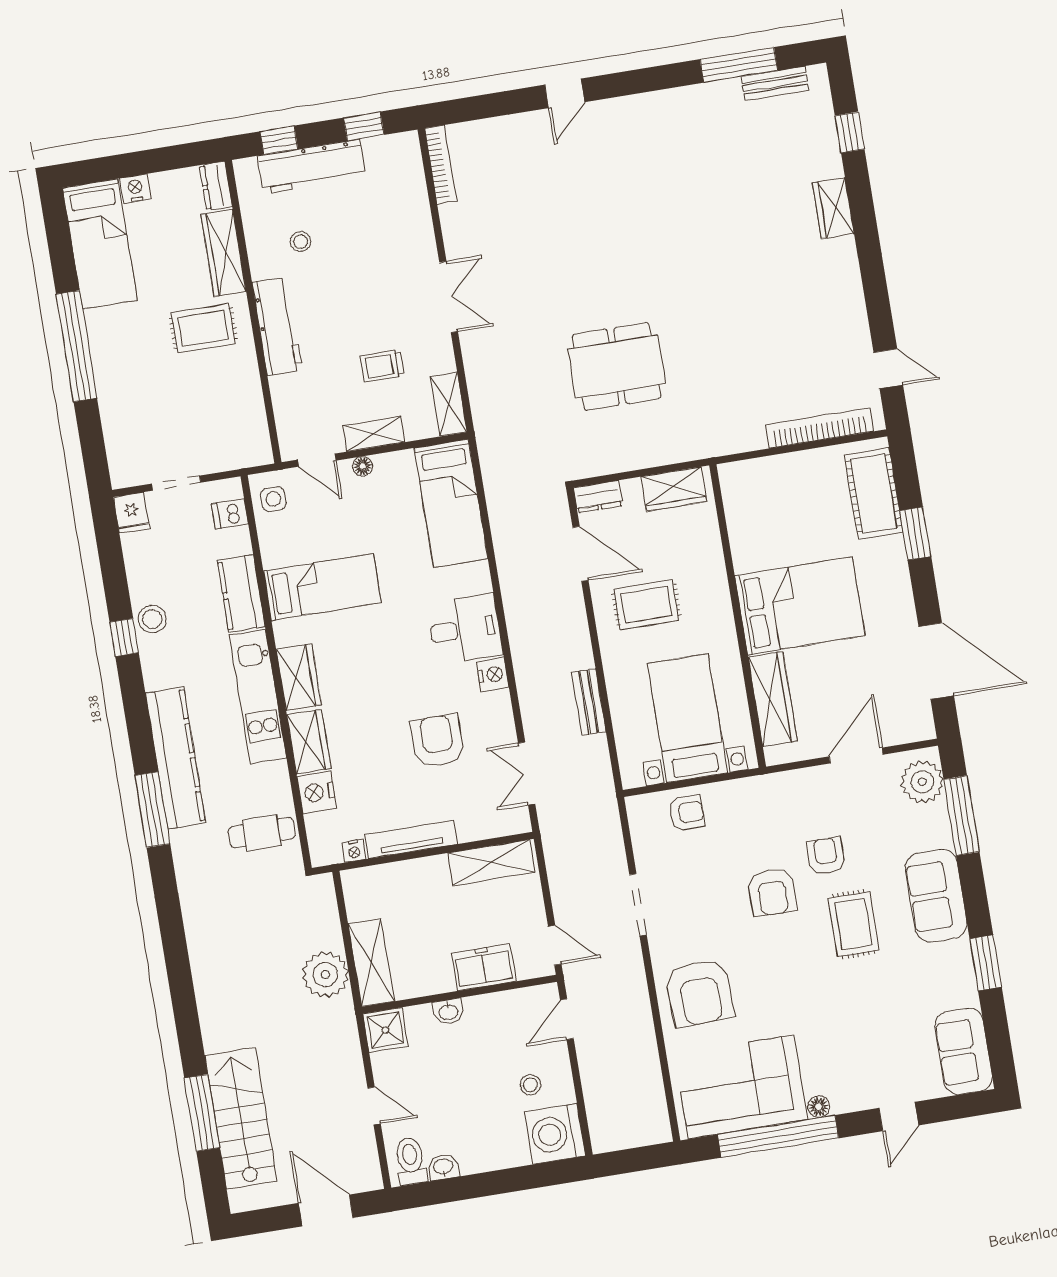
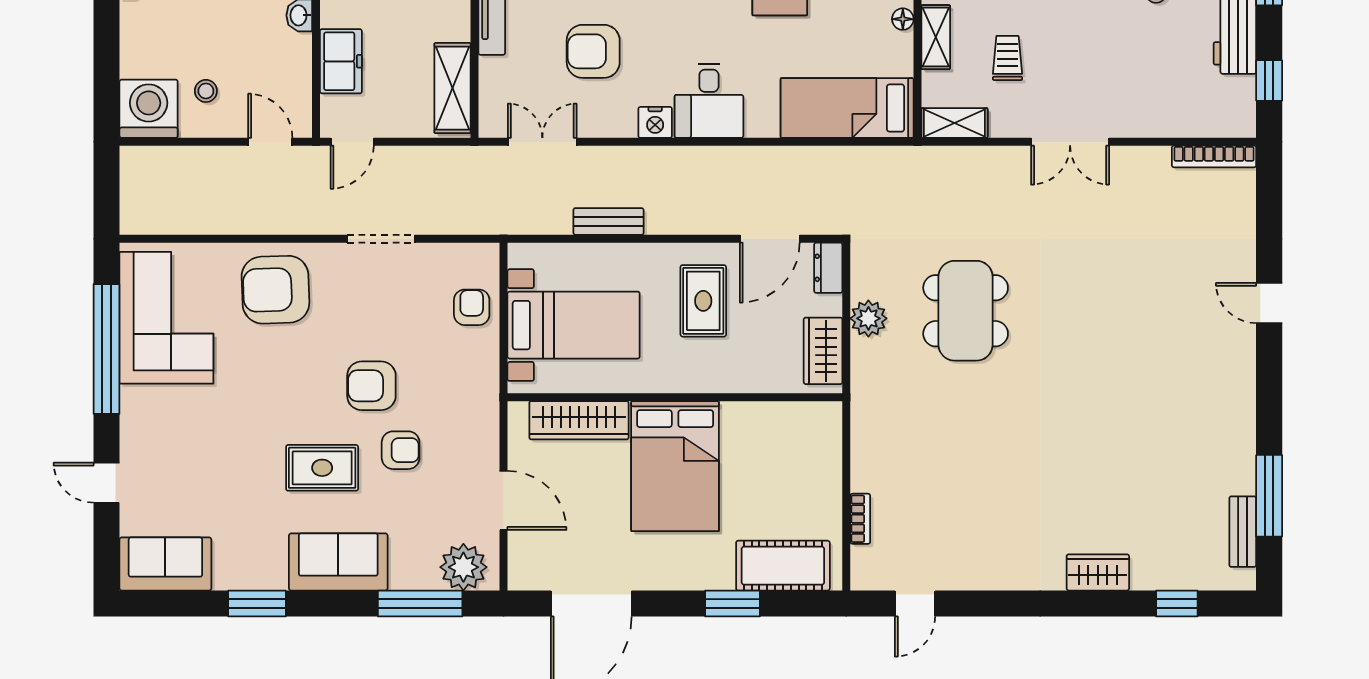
bookcase: (820, 428) -> (860, 519), width x0.43, depth x0.76
plant: (638, 453) -> (868, 318), added
armchair: (437, 741) -> (593, 51), turned 180
armchair: (686, 813) -> (472, 307), turned 180
floor lamp: (819, 1107) -> (131, 398), removed

